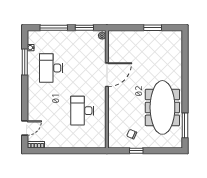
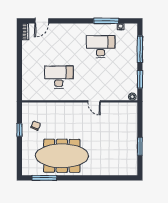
door: (107, 75) -> (94, 101), width x0.53
door: (25, 128) -> (42, 21), hinge flipped

